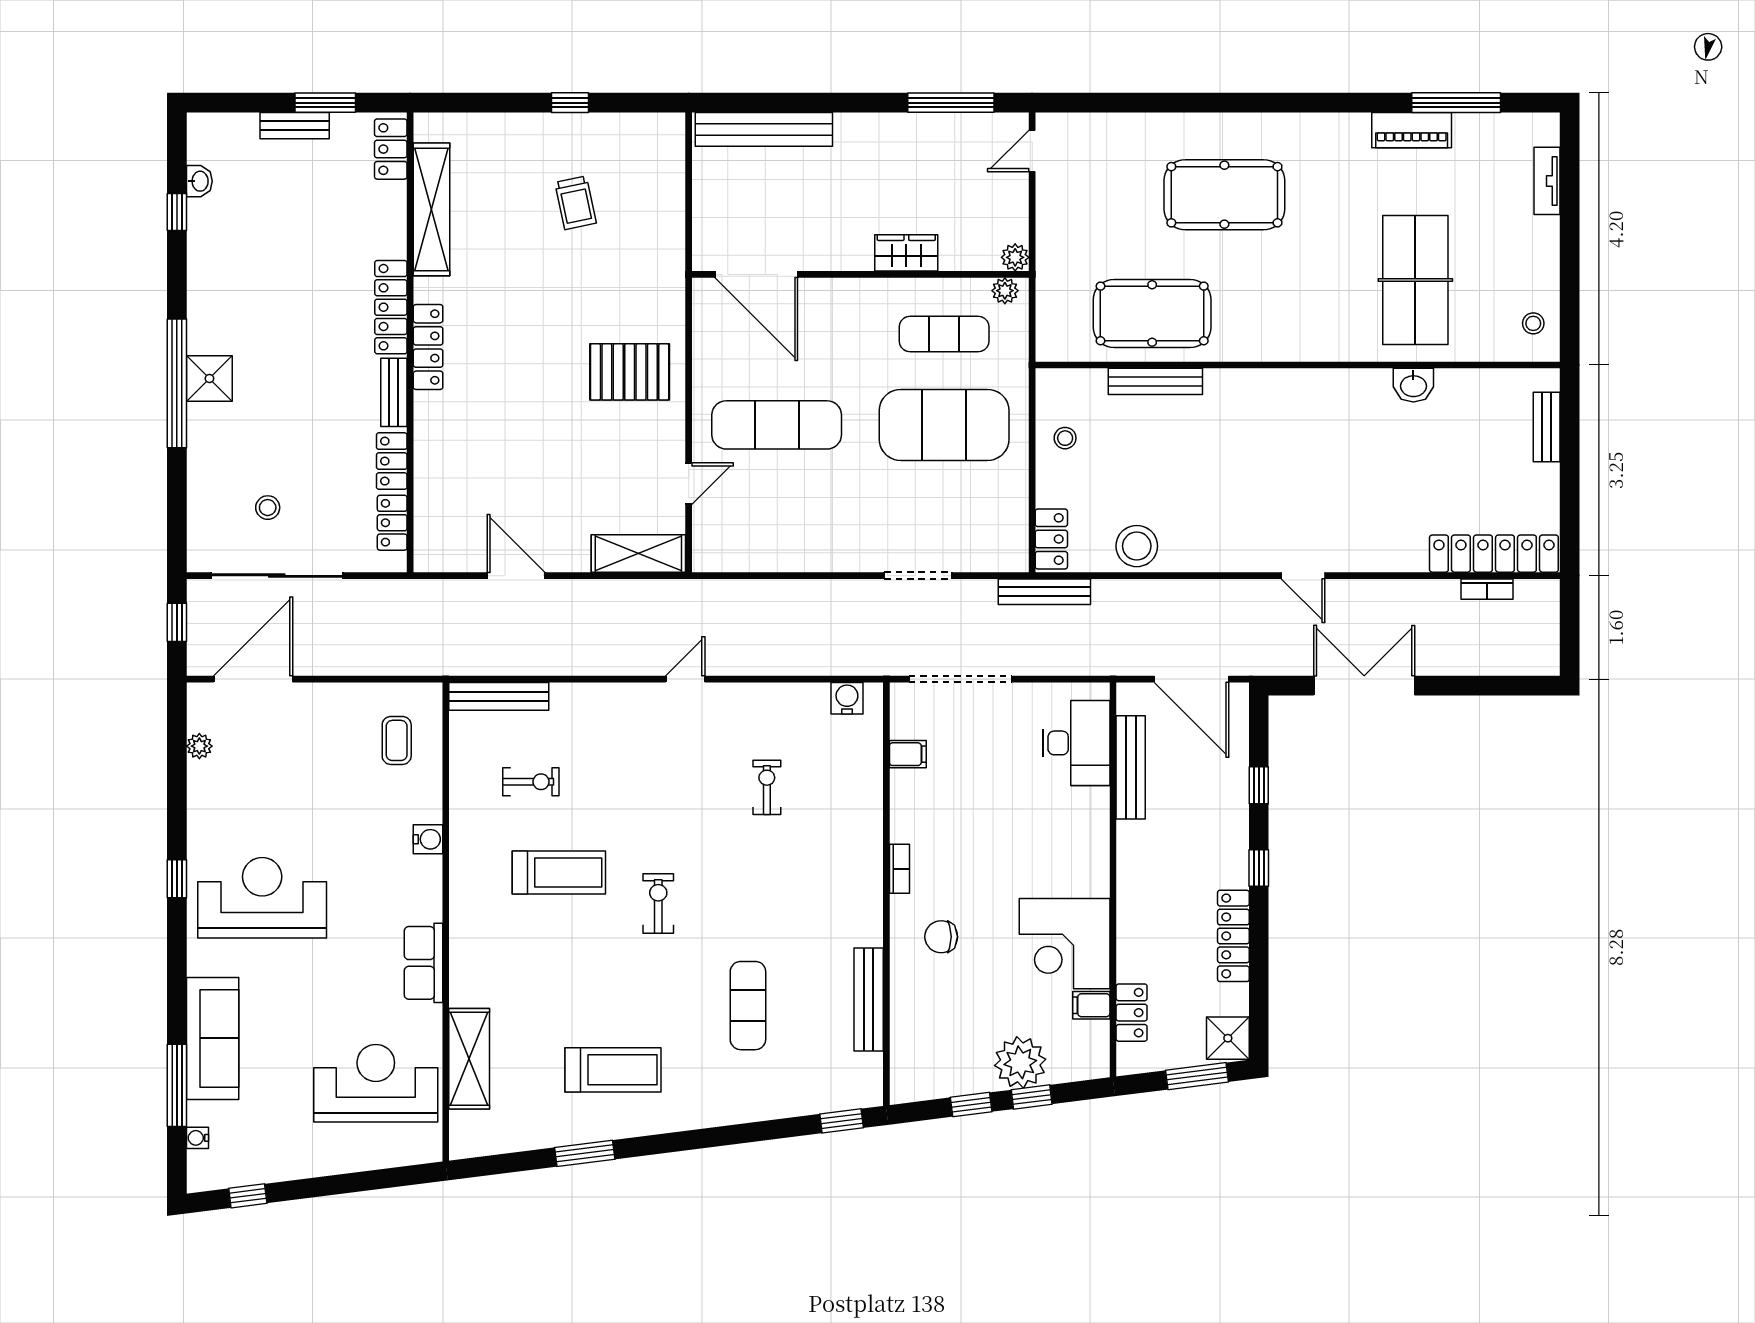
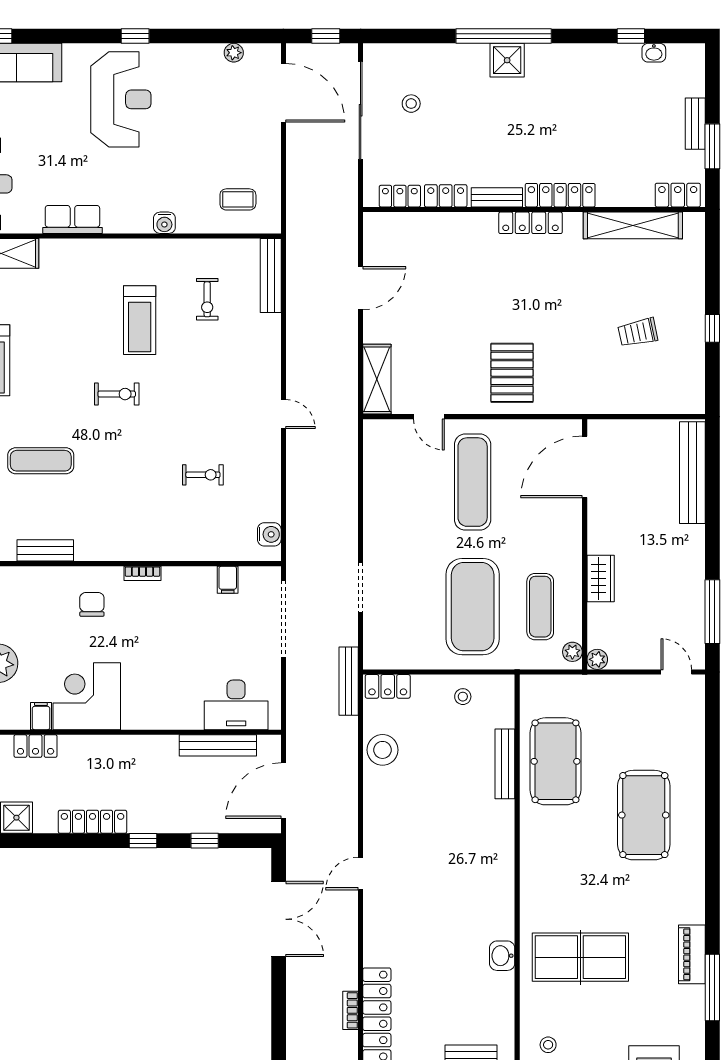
bench: (869, 999) -> (45, 550), width x0.73

